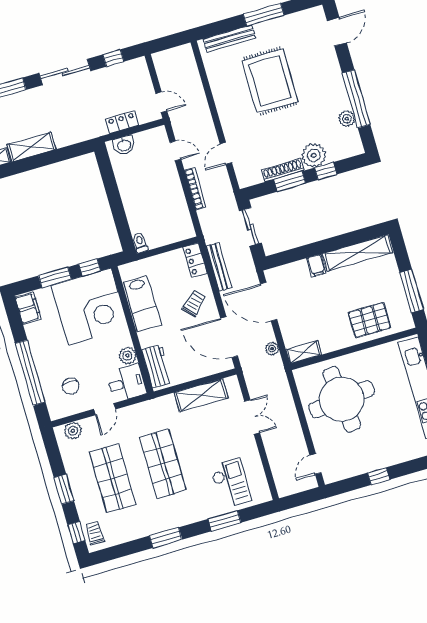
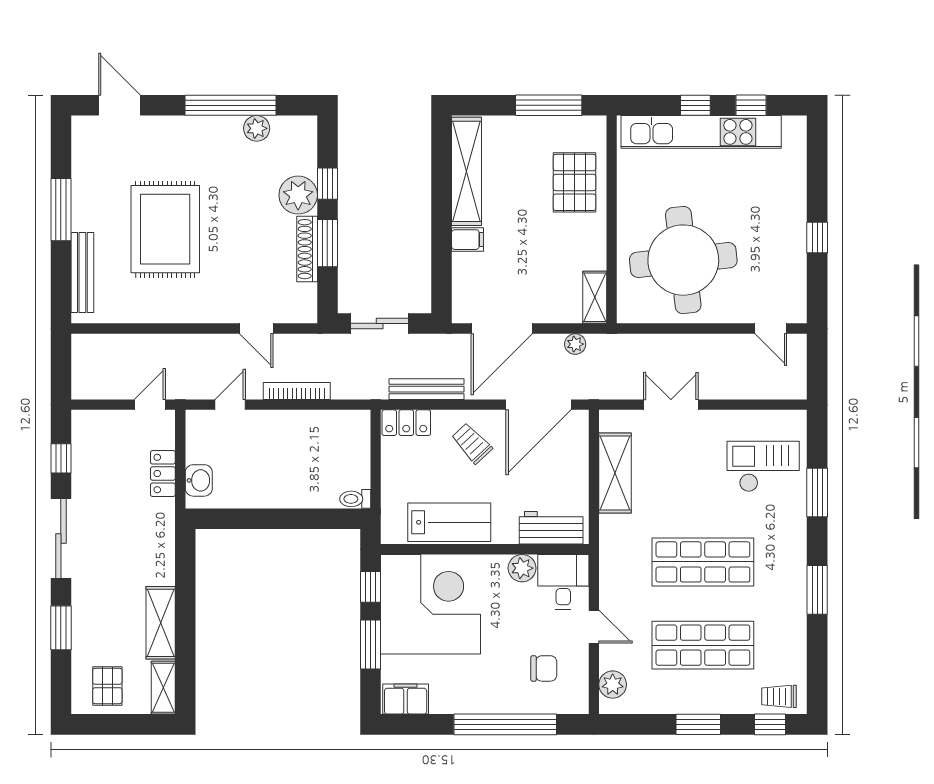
rug: (270, 81) -> (165, 229), turned 90

